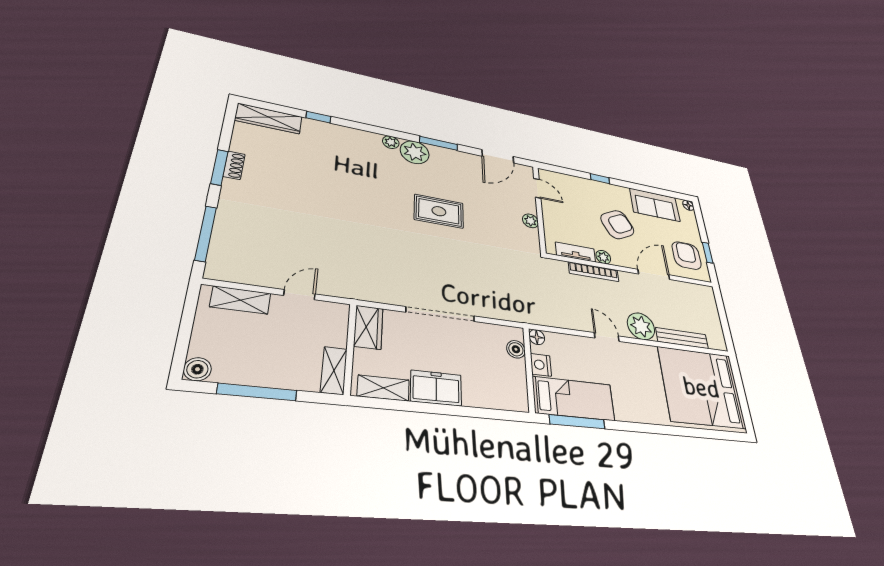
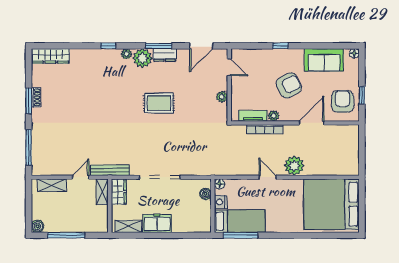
window: (318, 117) -> (108, 46), moved
dresser: (447, 156) -> (165, 55), added
bench: (682, 338) -> (110, 170), moved
shelving: (334, 370) -> (102, 192), moved

